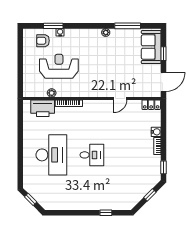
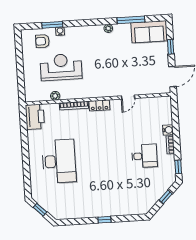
sofa: (151, 47) -> (149, 32), moved, turned -90
locker: (151, 105) -> (99, 105), moved
printer: (43, 108) -> (35, 117), moved, turned -90
desk: (92, 155) -> (144, 156), moved
window: (106, 213) -> (104, 220), moved

